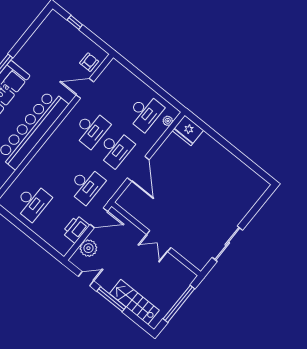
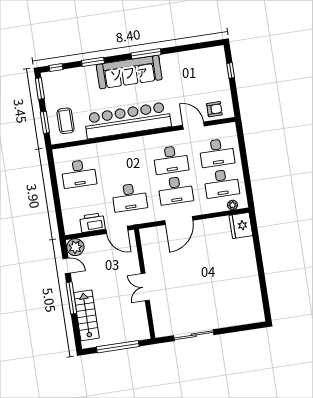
desk: (121, 93) -> (217, 153), added
plant: (88, 248) -> (75, 247), moved

